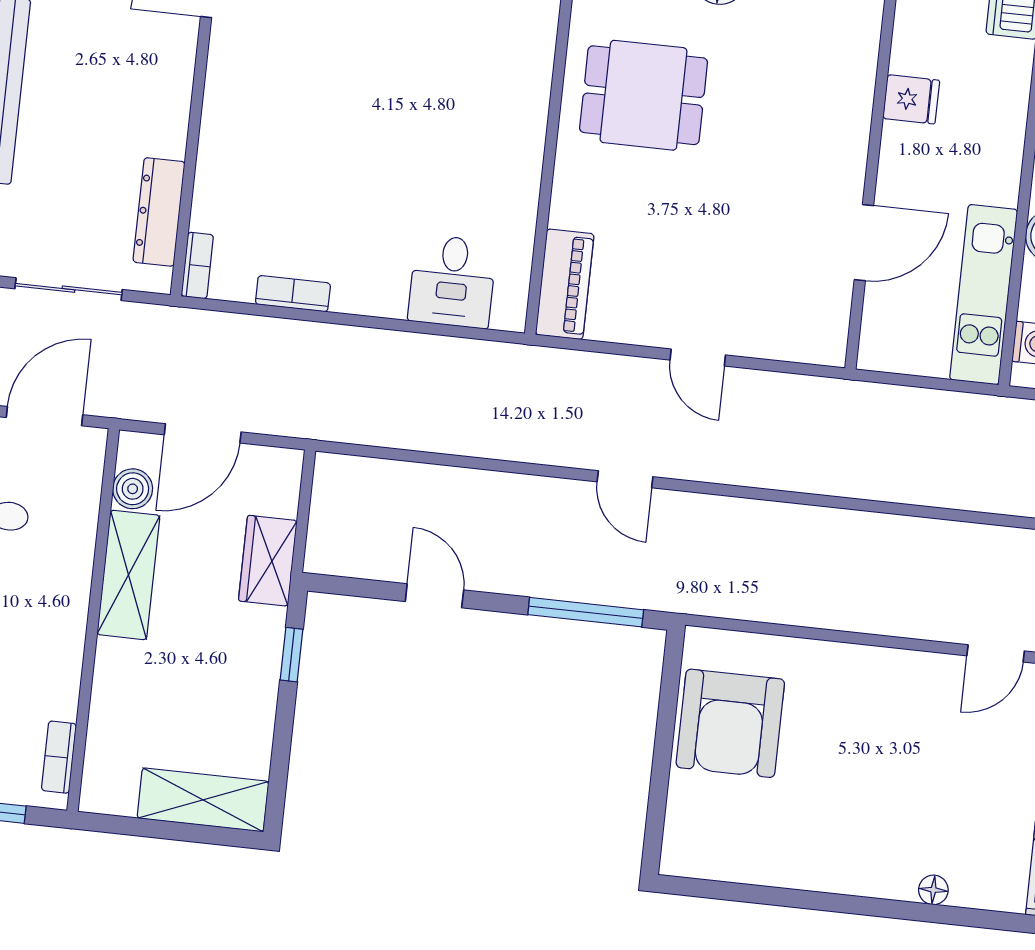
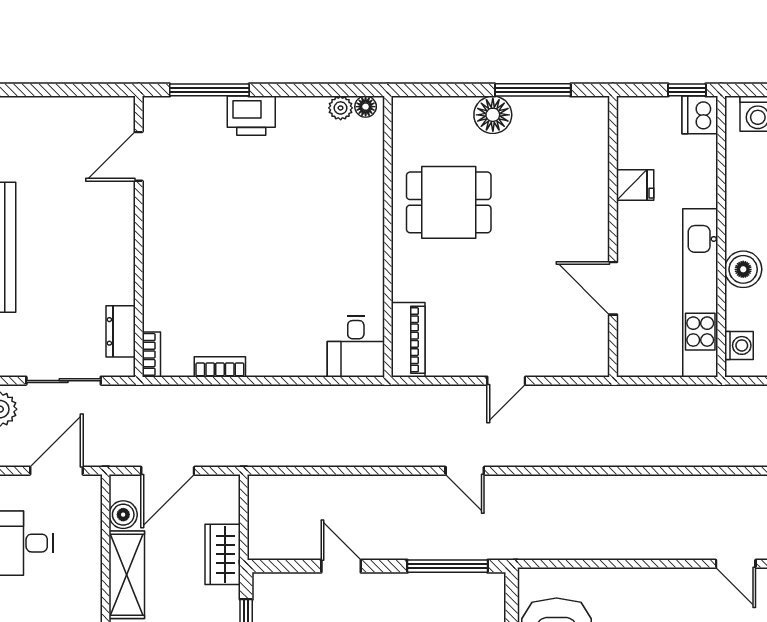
dresser: (159, 212) -> (121, 331), width x0.70
door: (864, 243) -> (613, 288), swing flipped
desk: (452, 281) -> (356, 346), moved
kitchen unit: (984, 295) -> (700, 293), width x1.36
door: (698, 357) -> (506, 381), hinge flipped
door: (996, 653) -> (736, 564), hinge flipped

